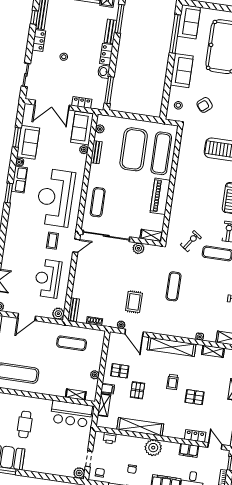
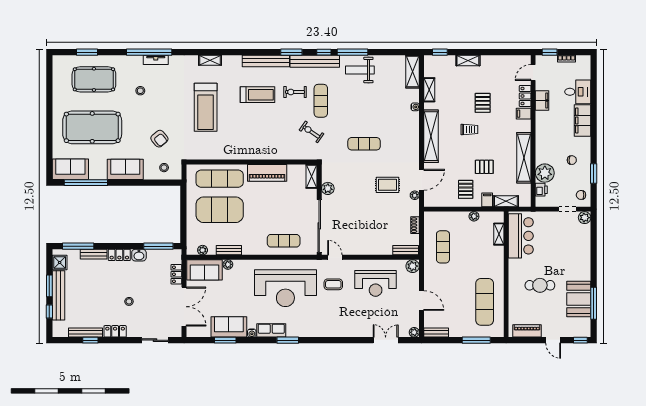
filing cabinet: (180, 432) -> (524, 114), added
plant: (153, 448) -> (545, 173), moved

